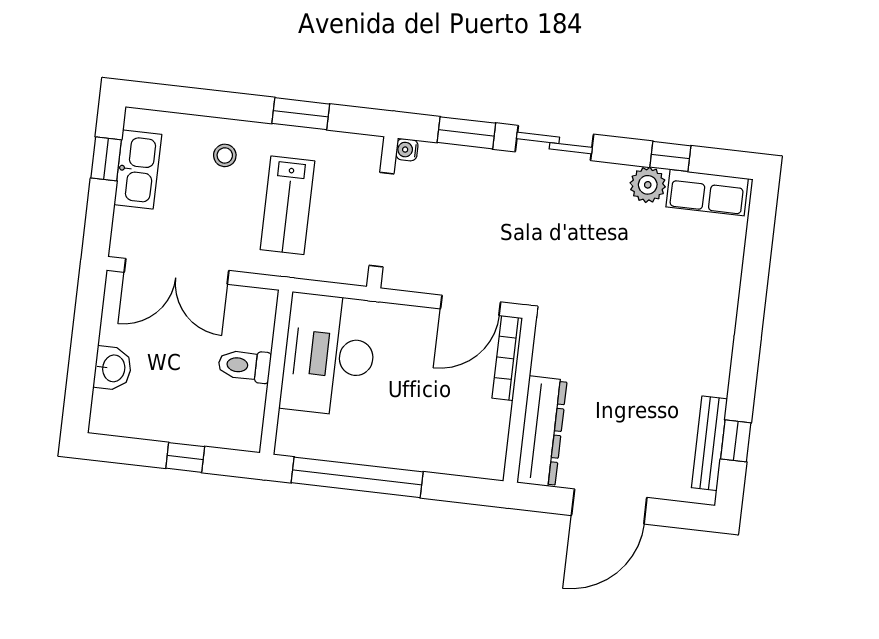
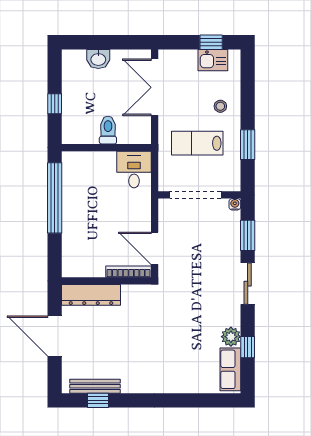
kitchen sink: (138, 169) -> (213, 60), width x0.73
desk: (329, 355) -> (134, 170), width x0.53, depth x0.77

